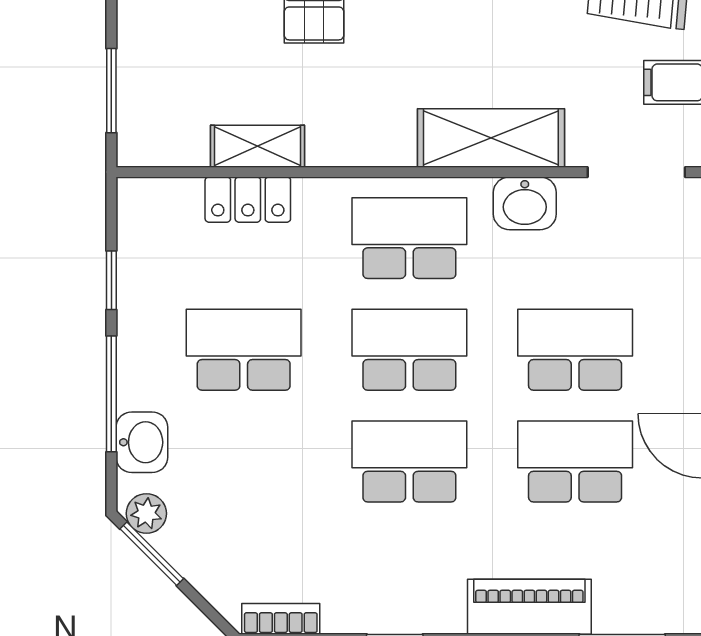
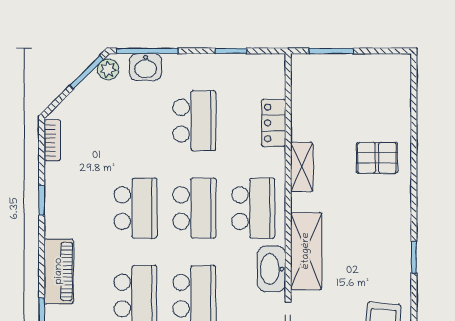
shelving: (257, 146) -> (302, 167), moved
washbasin: (525, 203) -> (272, 269), width x1.38
window: (111, 394) -> (147, 51), moved

